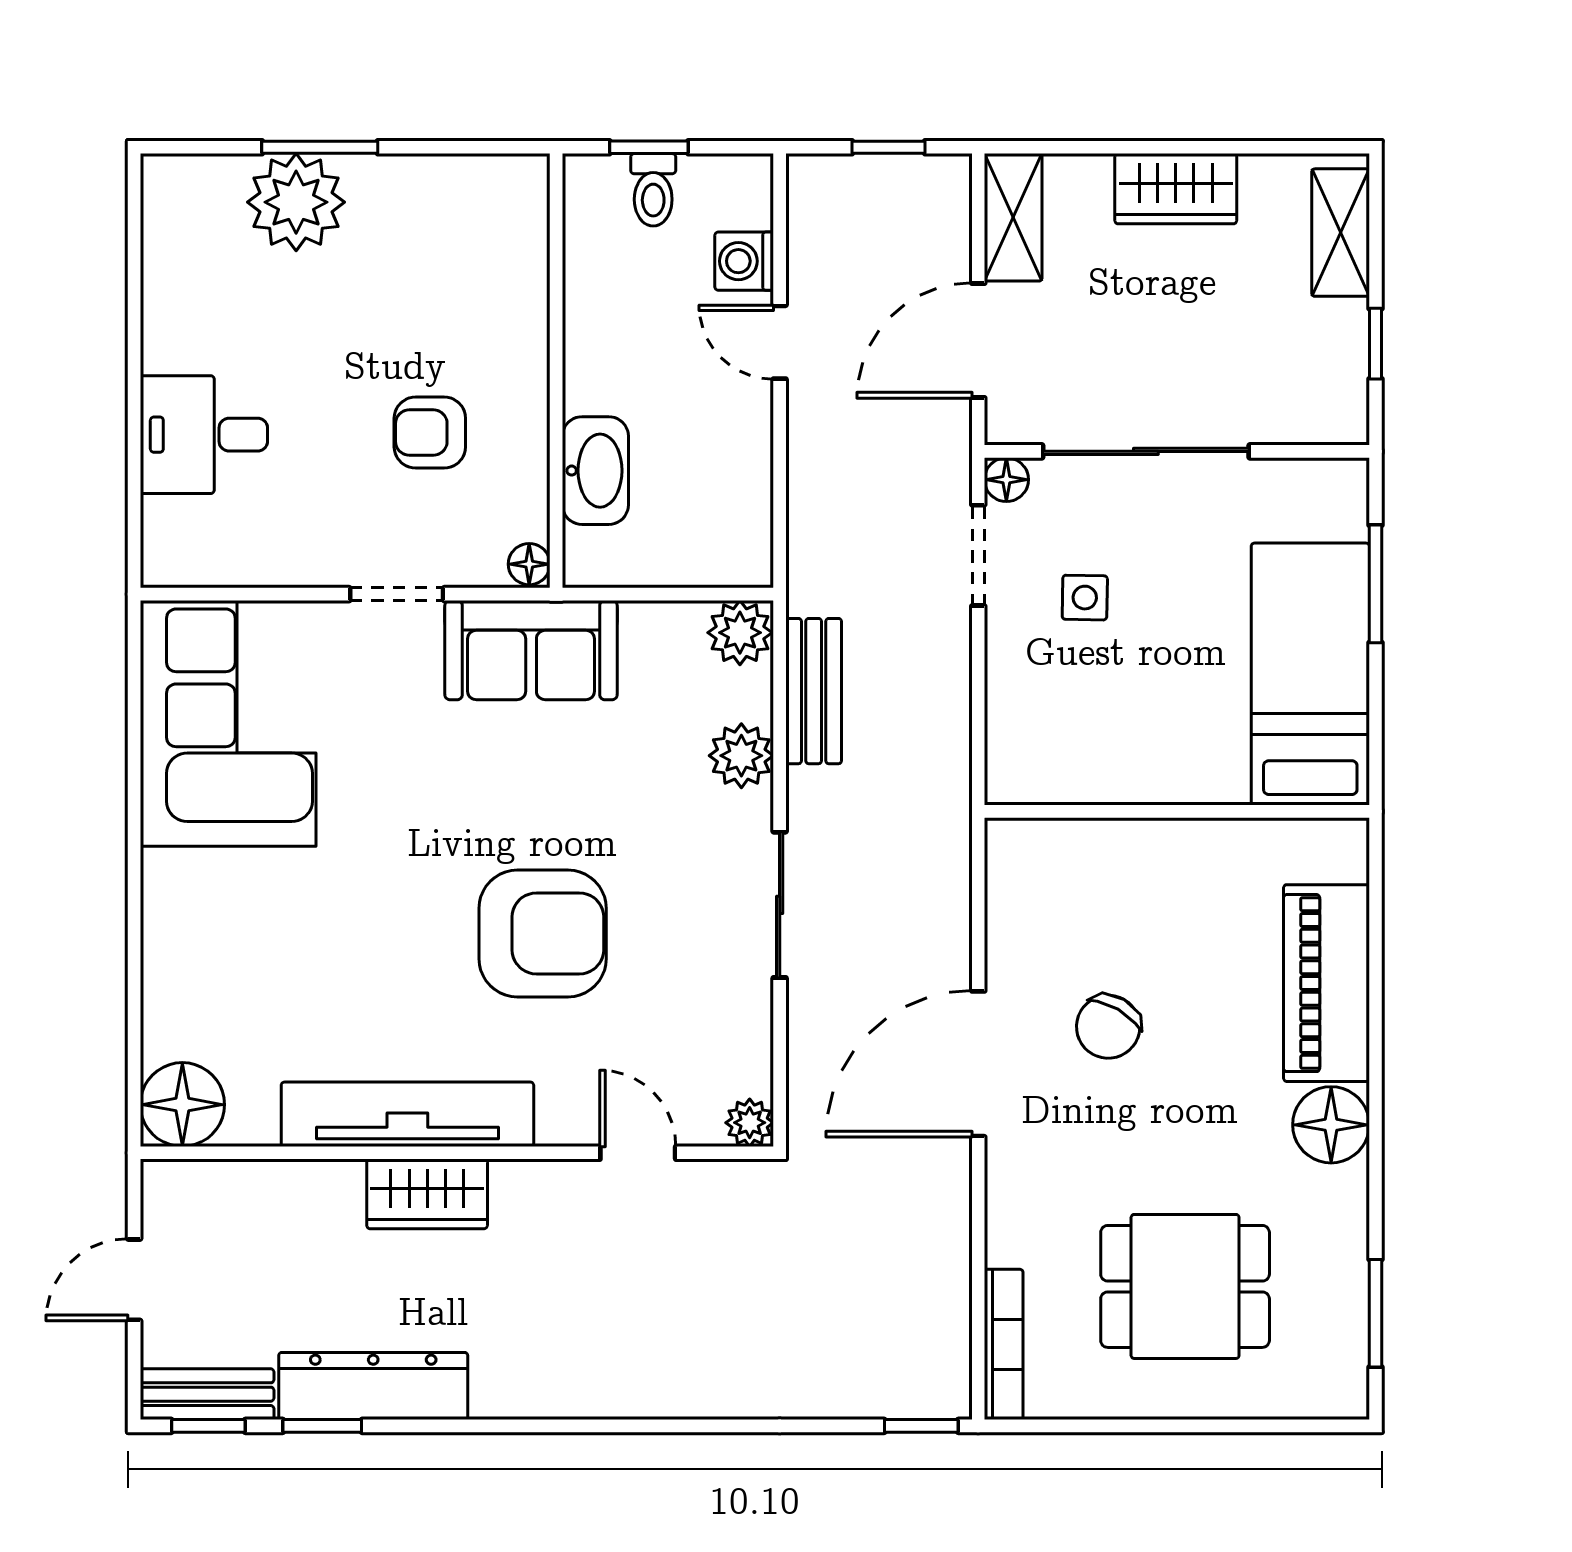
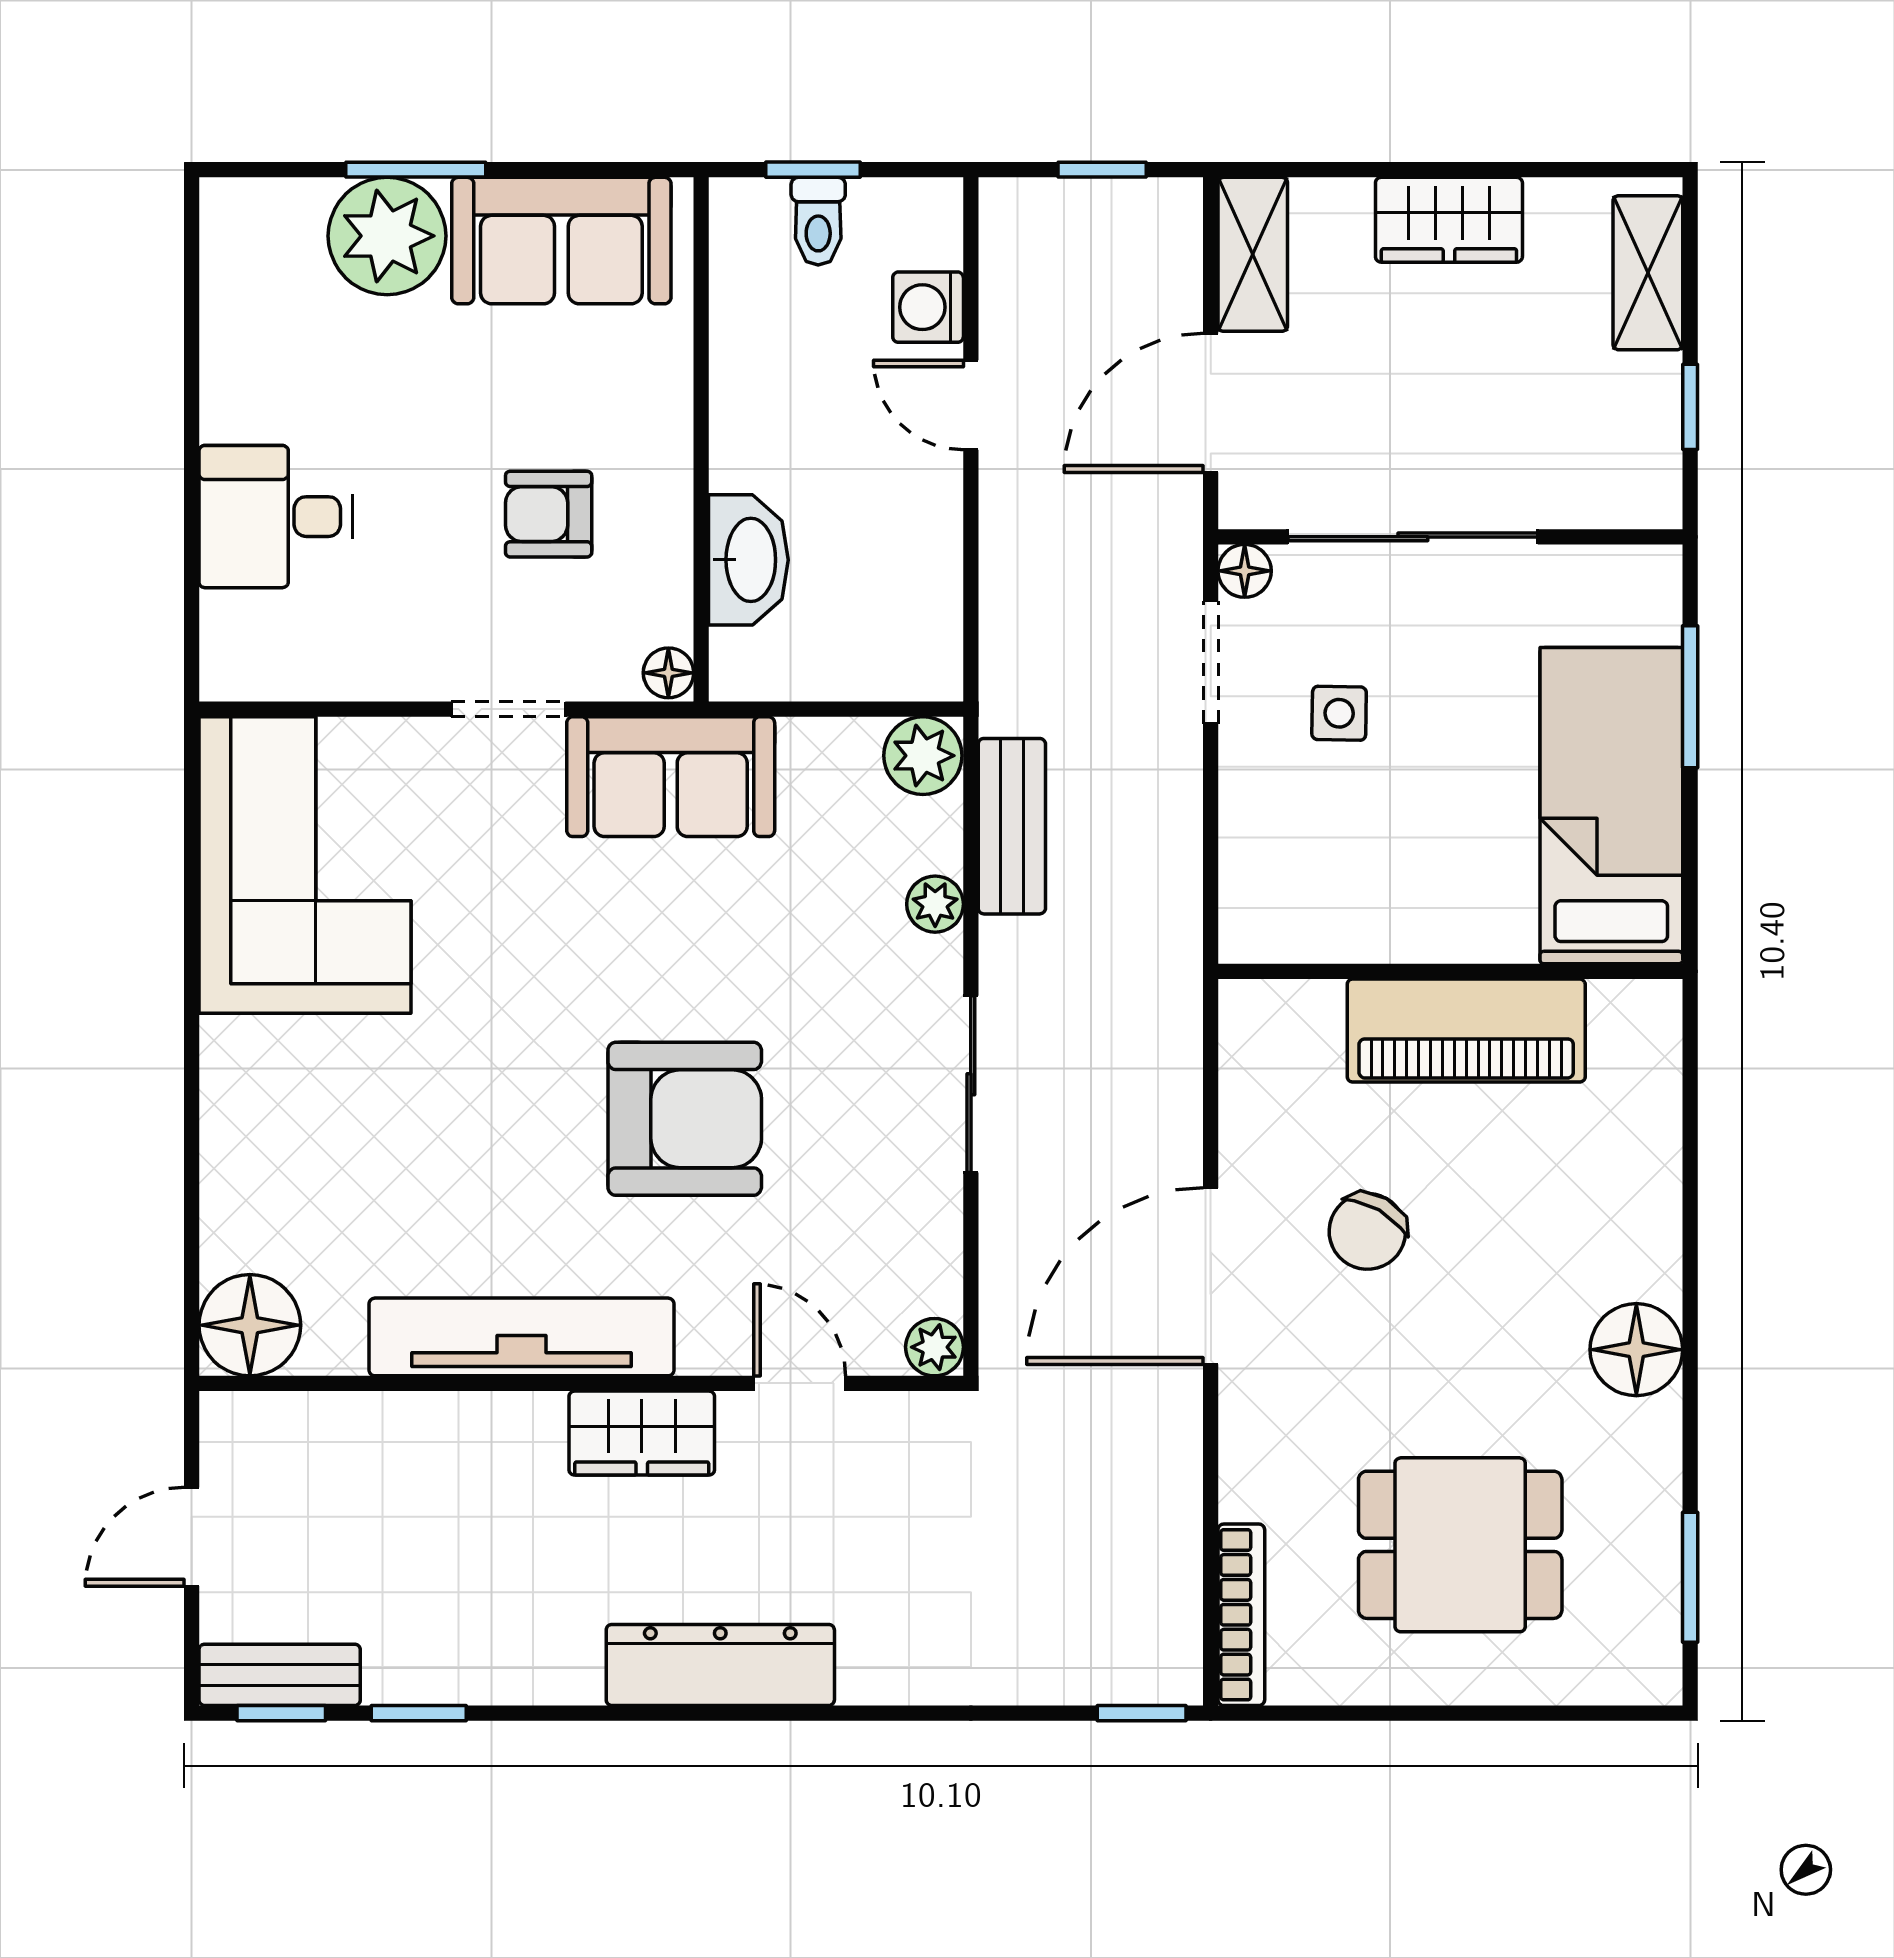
sofa: (440, 206) -> (561, 241), added
plant: (741, 756) -> (935, 904), width x0.73, depth x0.73
piano: (1326, 983) -> (1466, 1031), moved, turned -90
wardrobe: (427, 1194) -> (642, 1433), moved
dresser: (373, 1386) -> (720, 1665), moved

